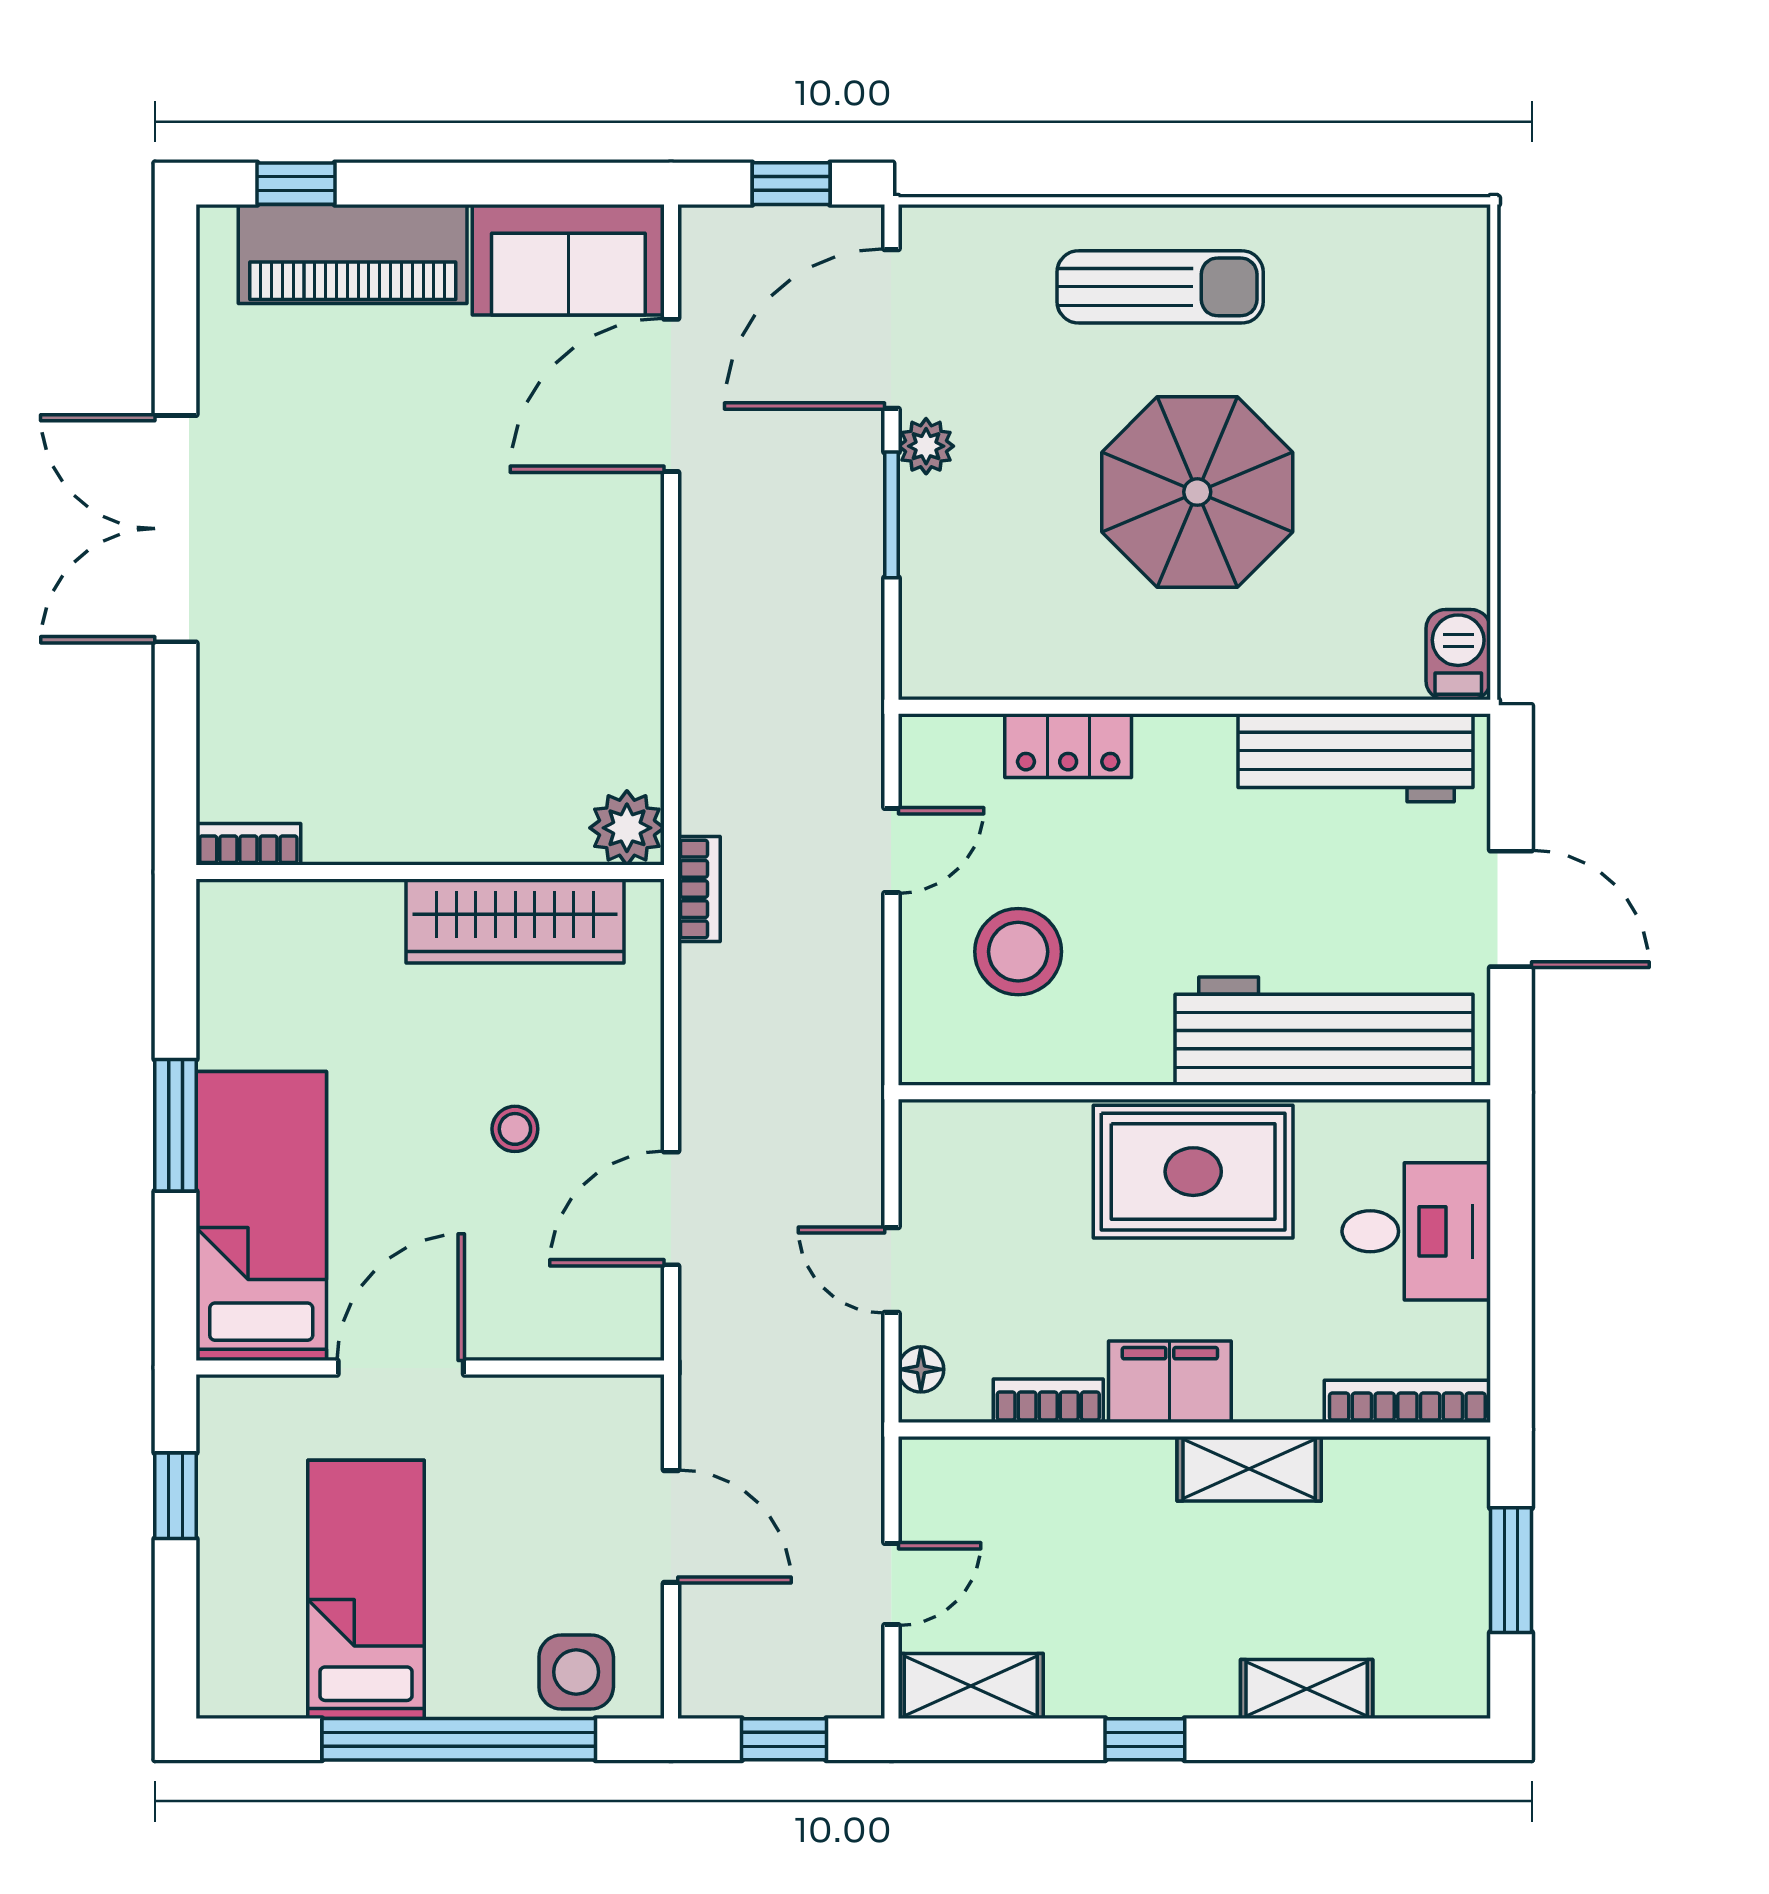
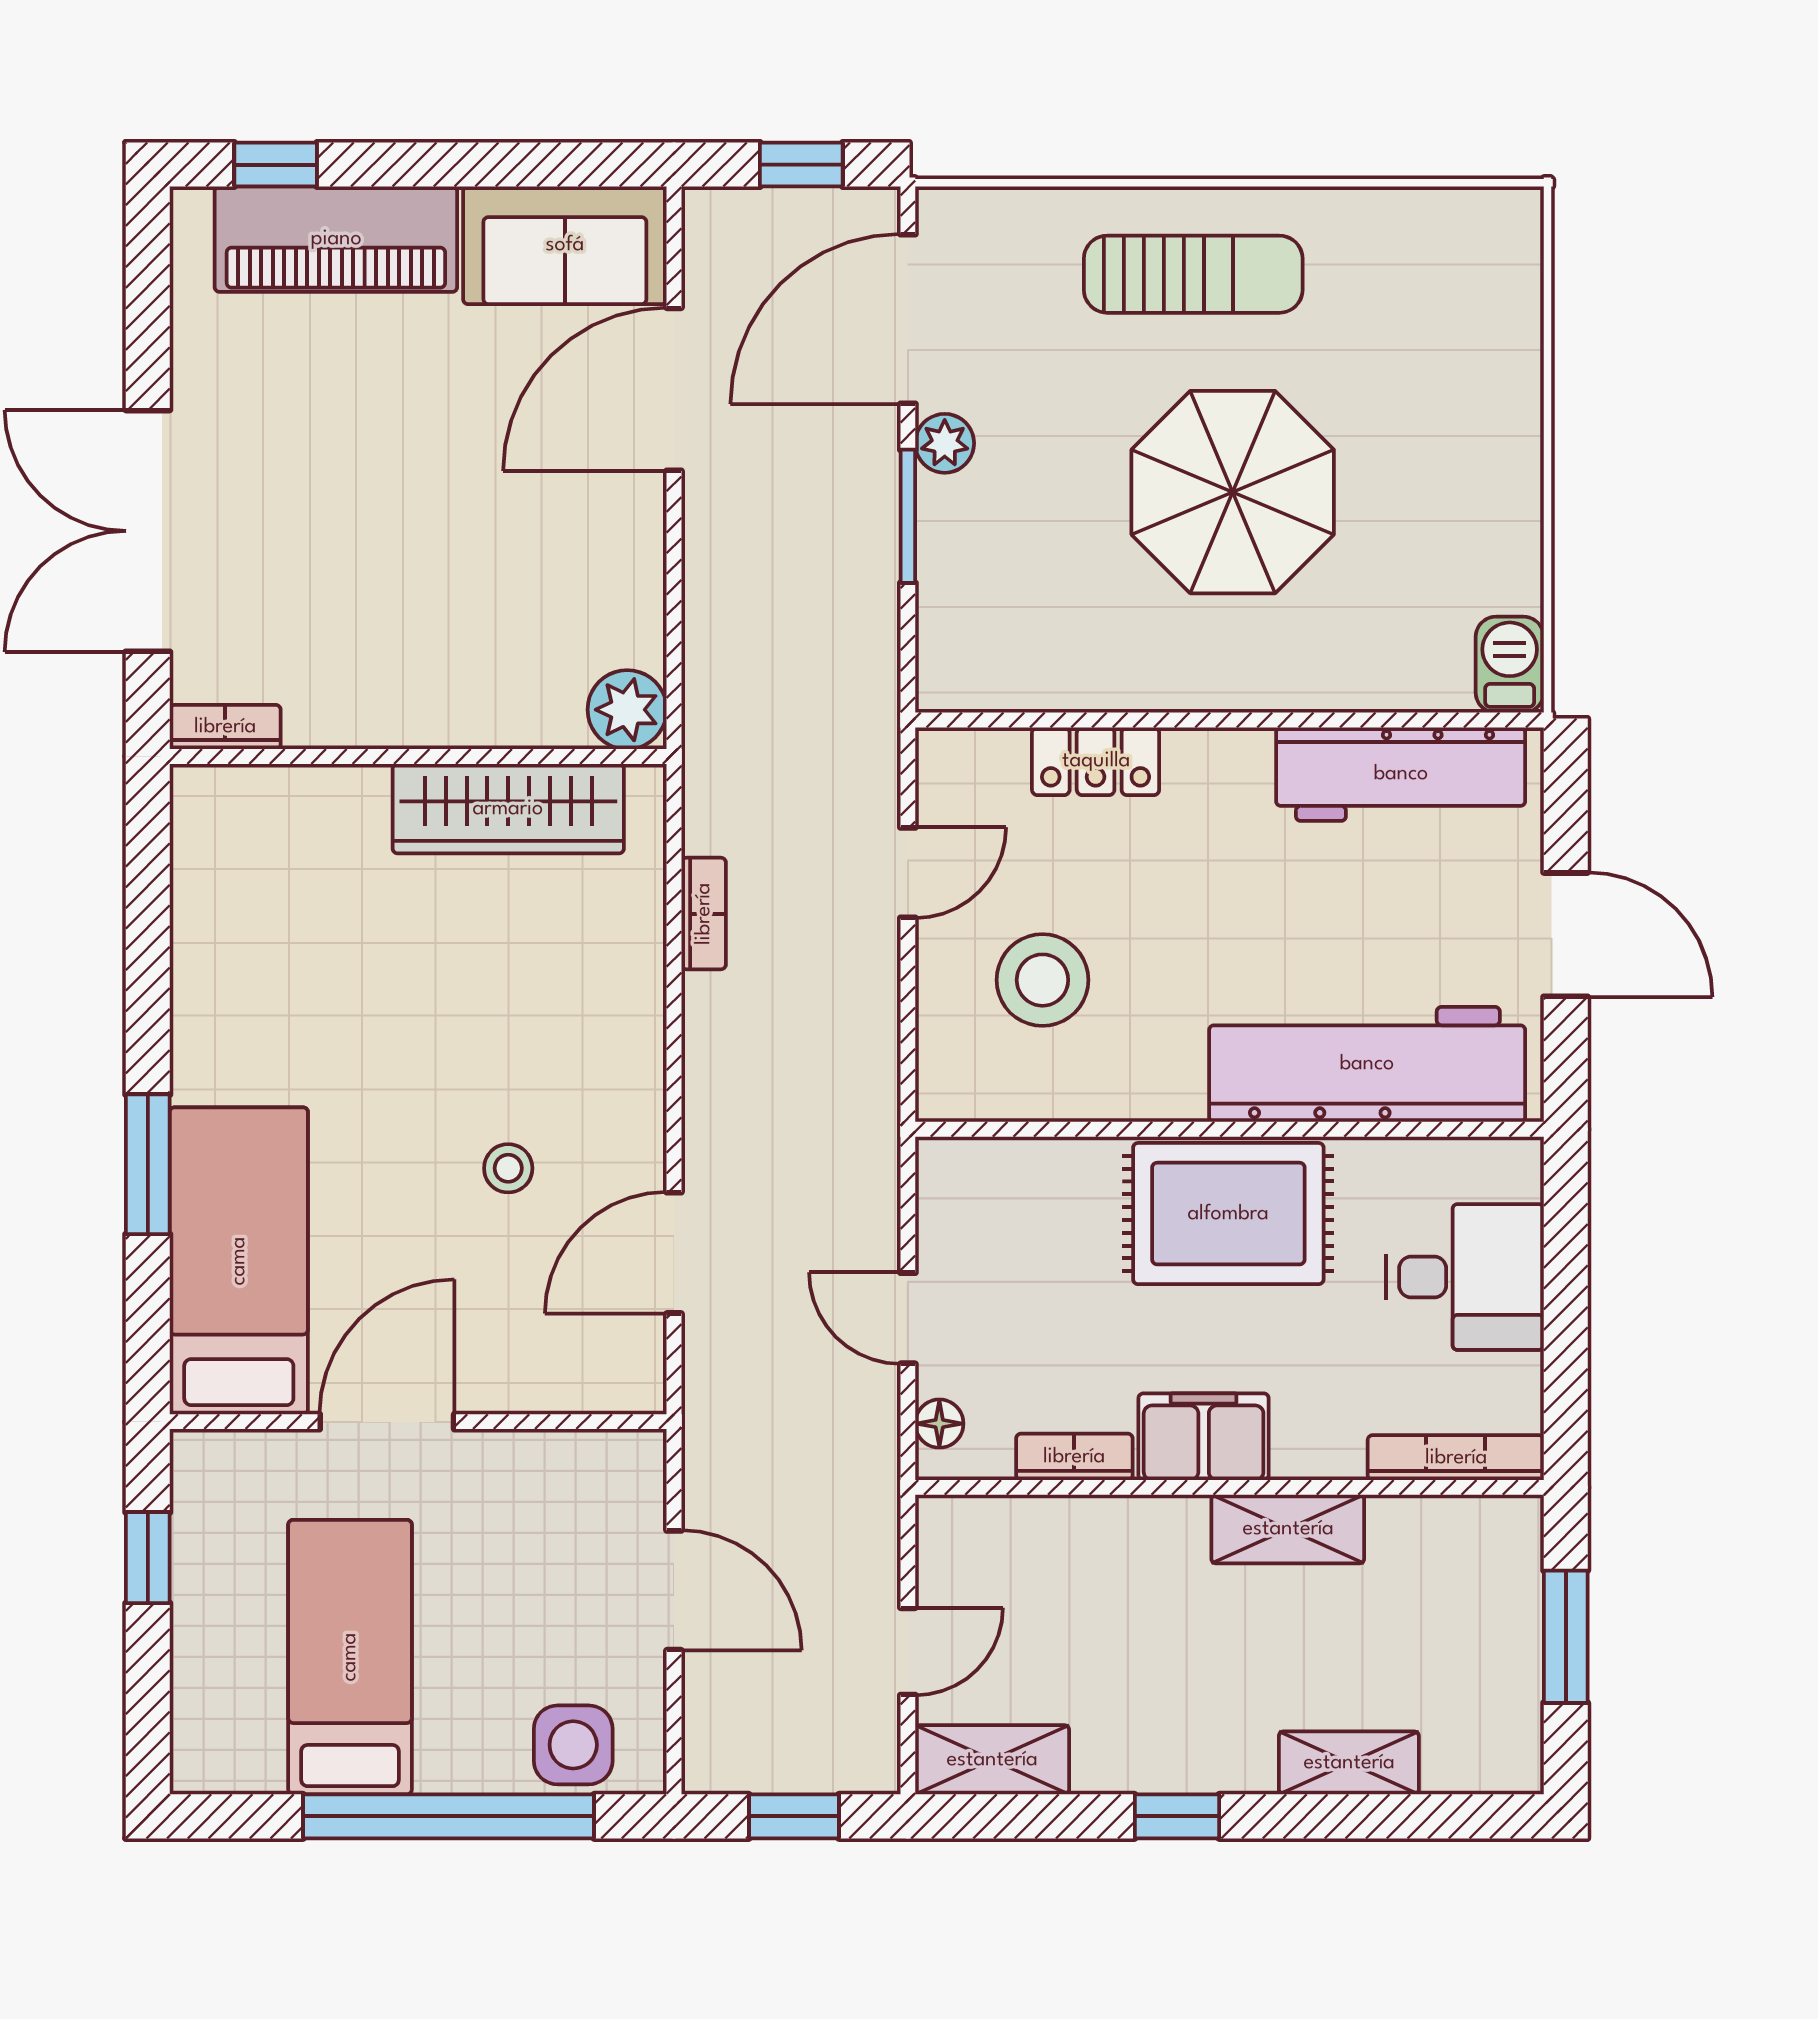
plant: (627, 828) -> (627, 710), moved
bookcase: (248, 844) -> (225, 727), moved
wall: (430, 872) -> (418, 757), moved
wardrobe: (515, 921) -> (508, 809), moved

